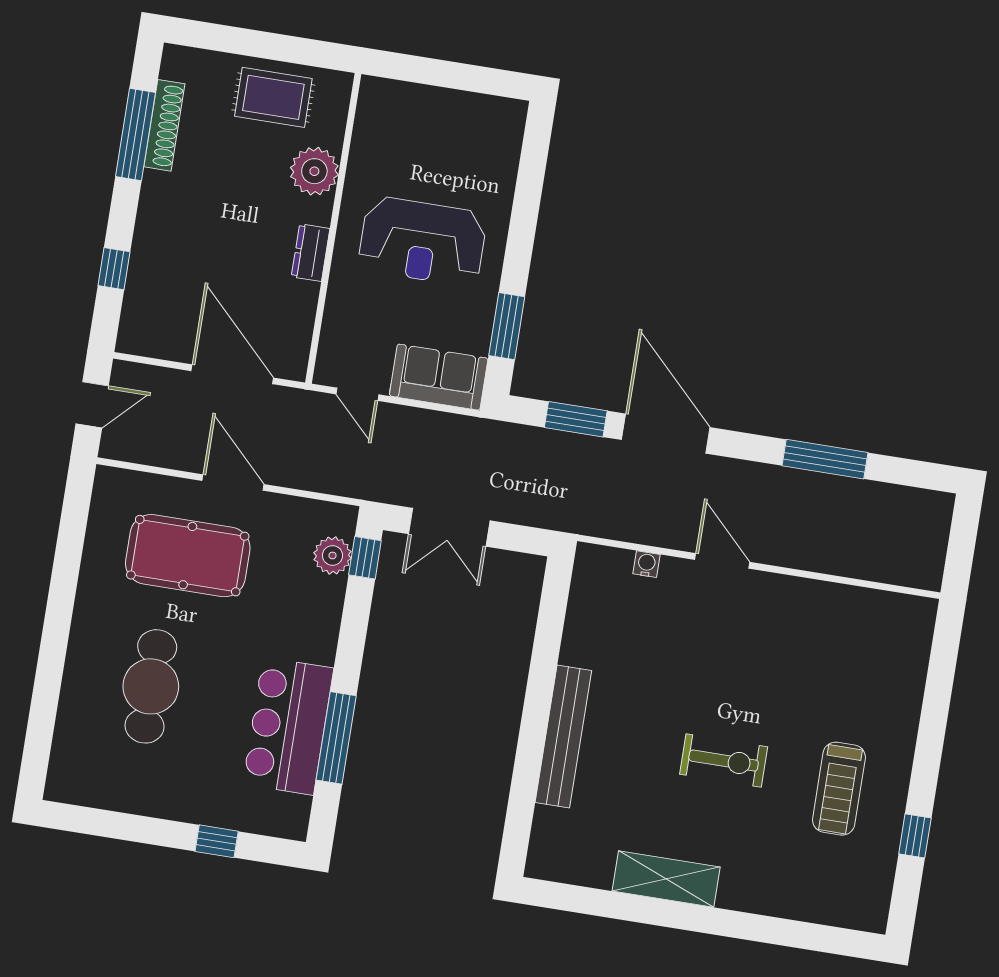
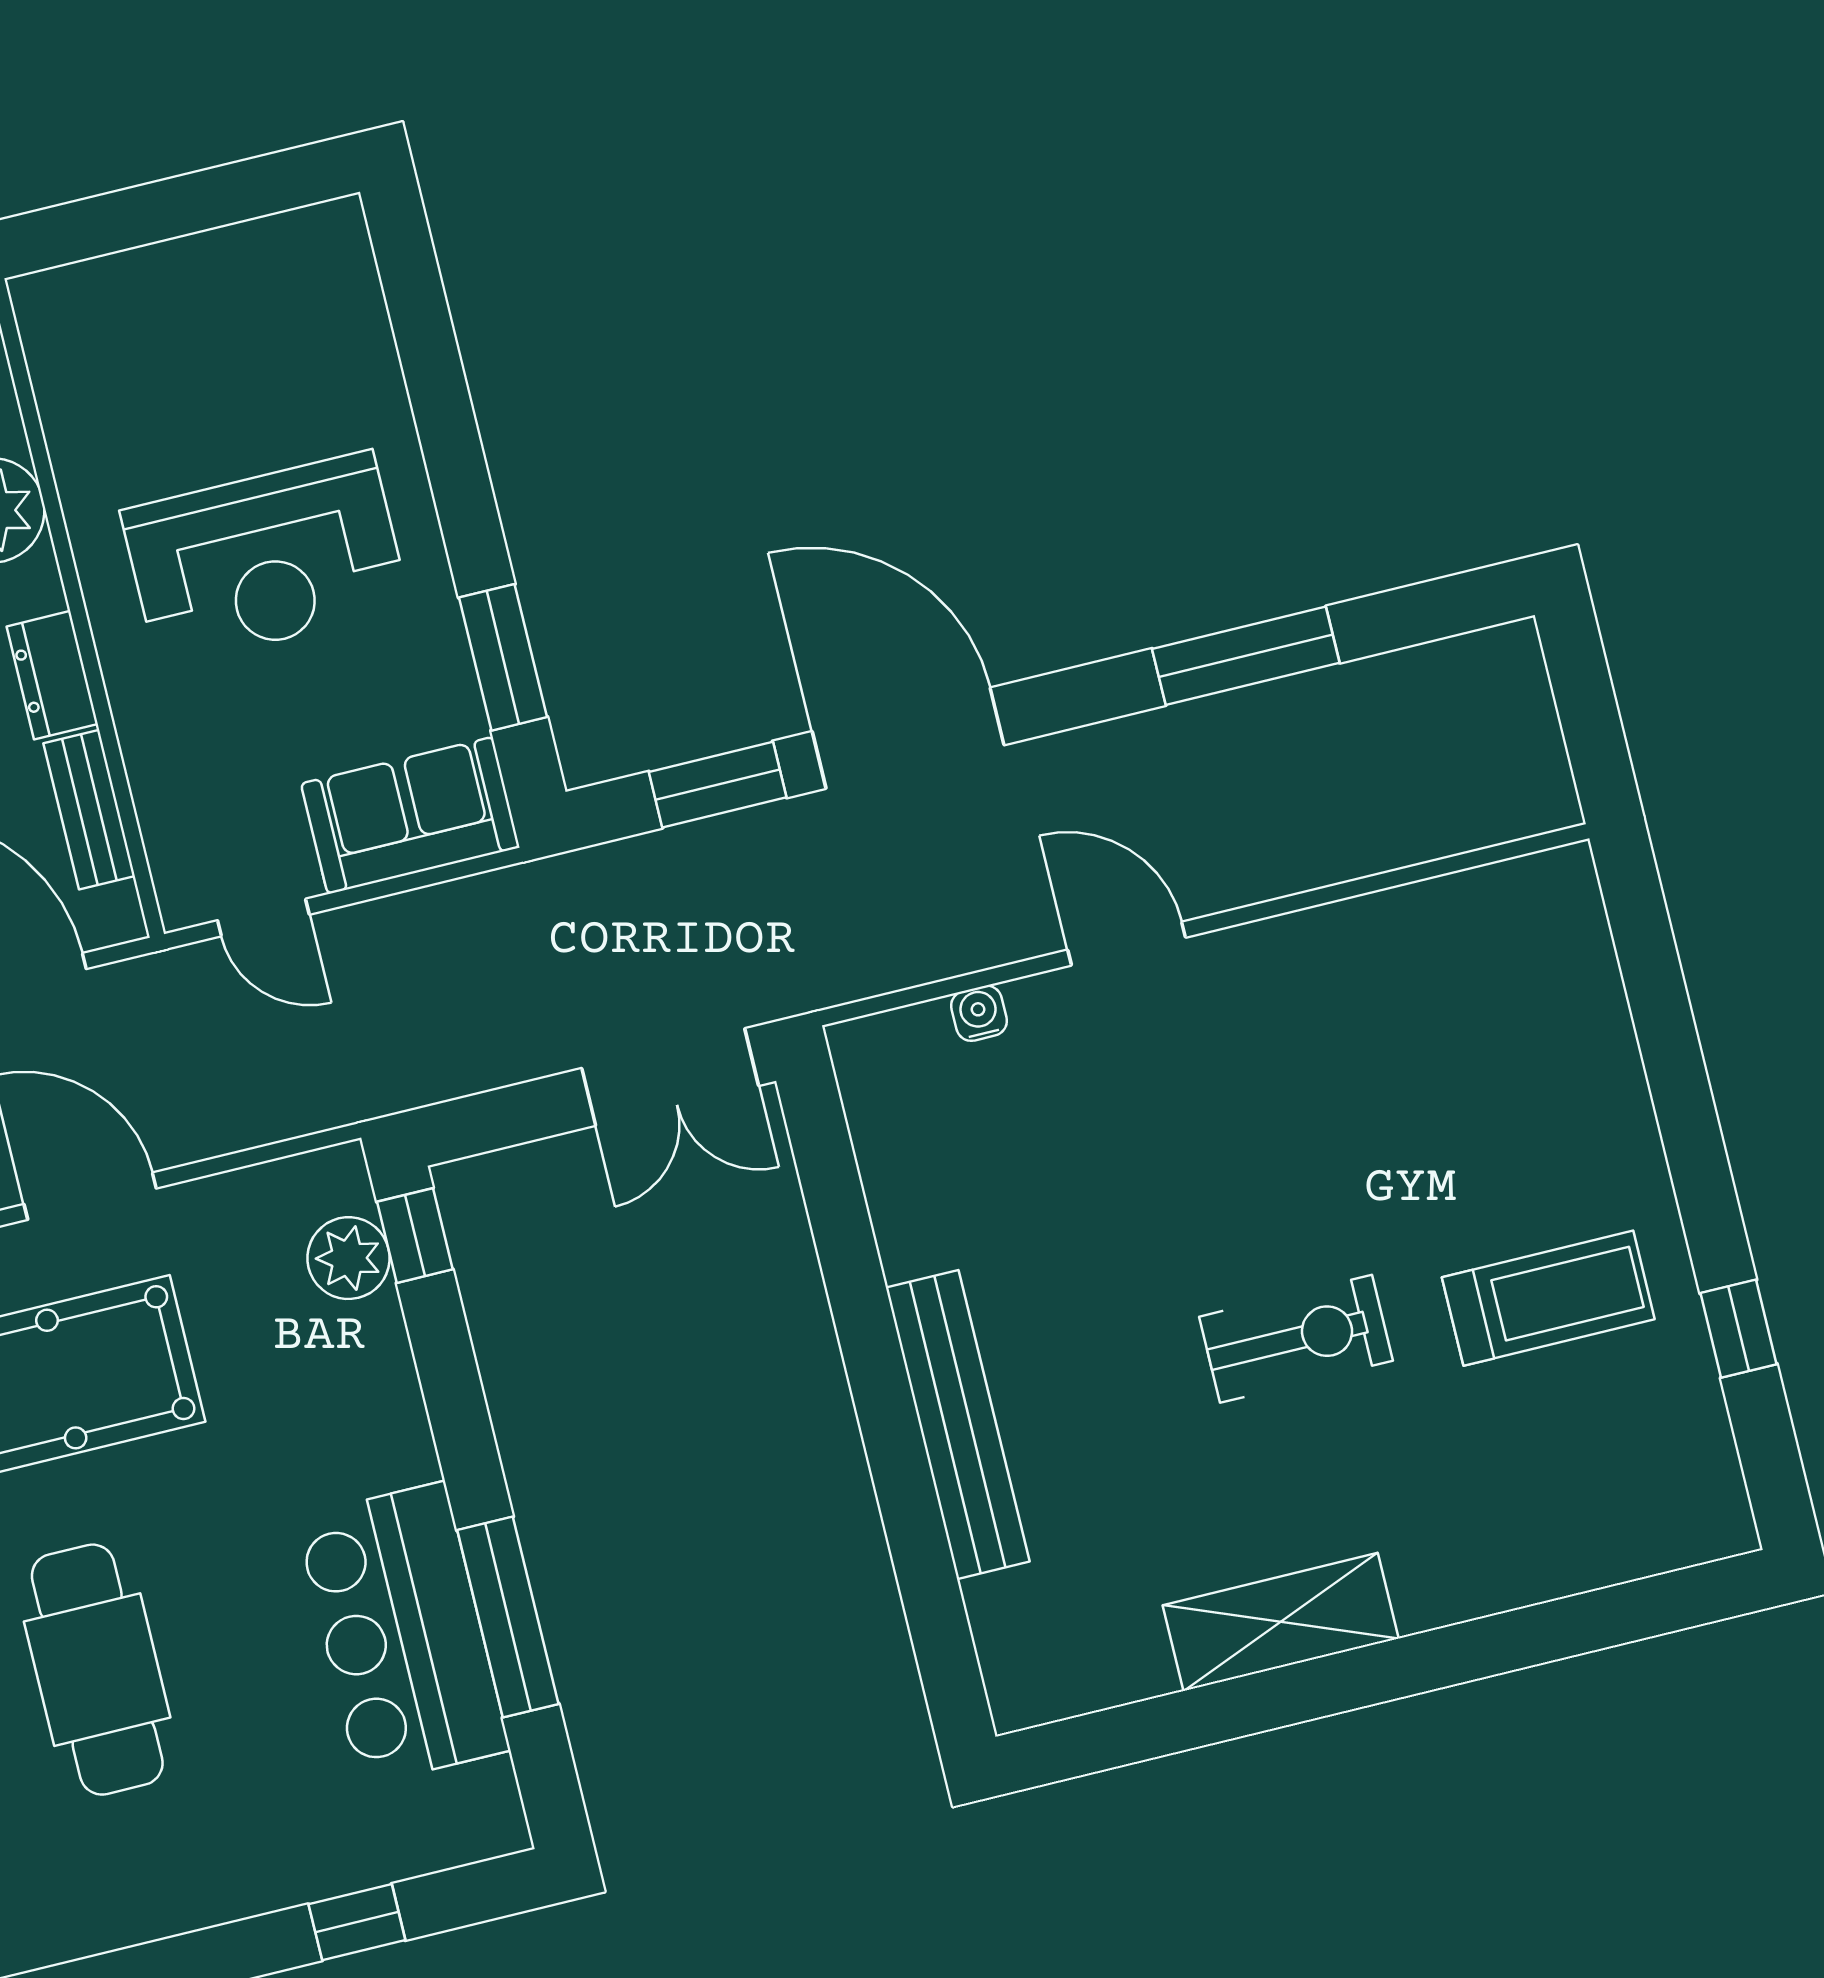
bench: (302, 317) -> (89, 810), added
double door: (449, 527) -> (670, 1077), moved
treadmill: (839, 789) -> (1548, 1298), turned -90

